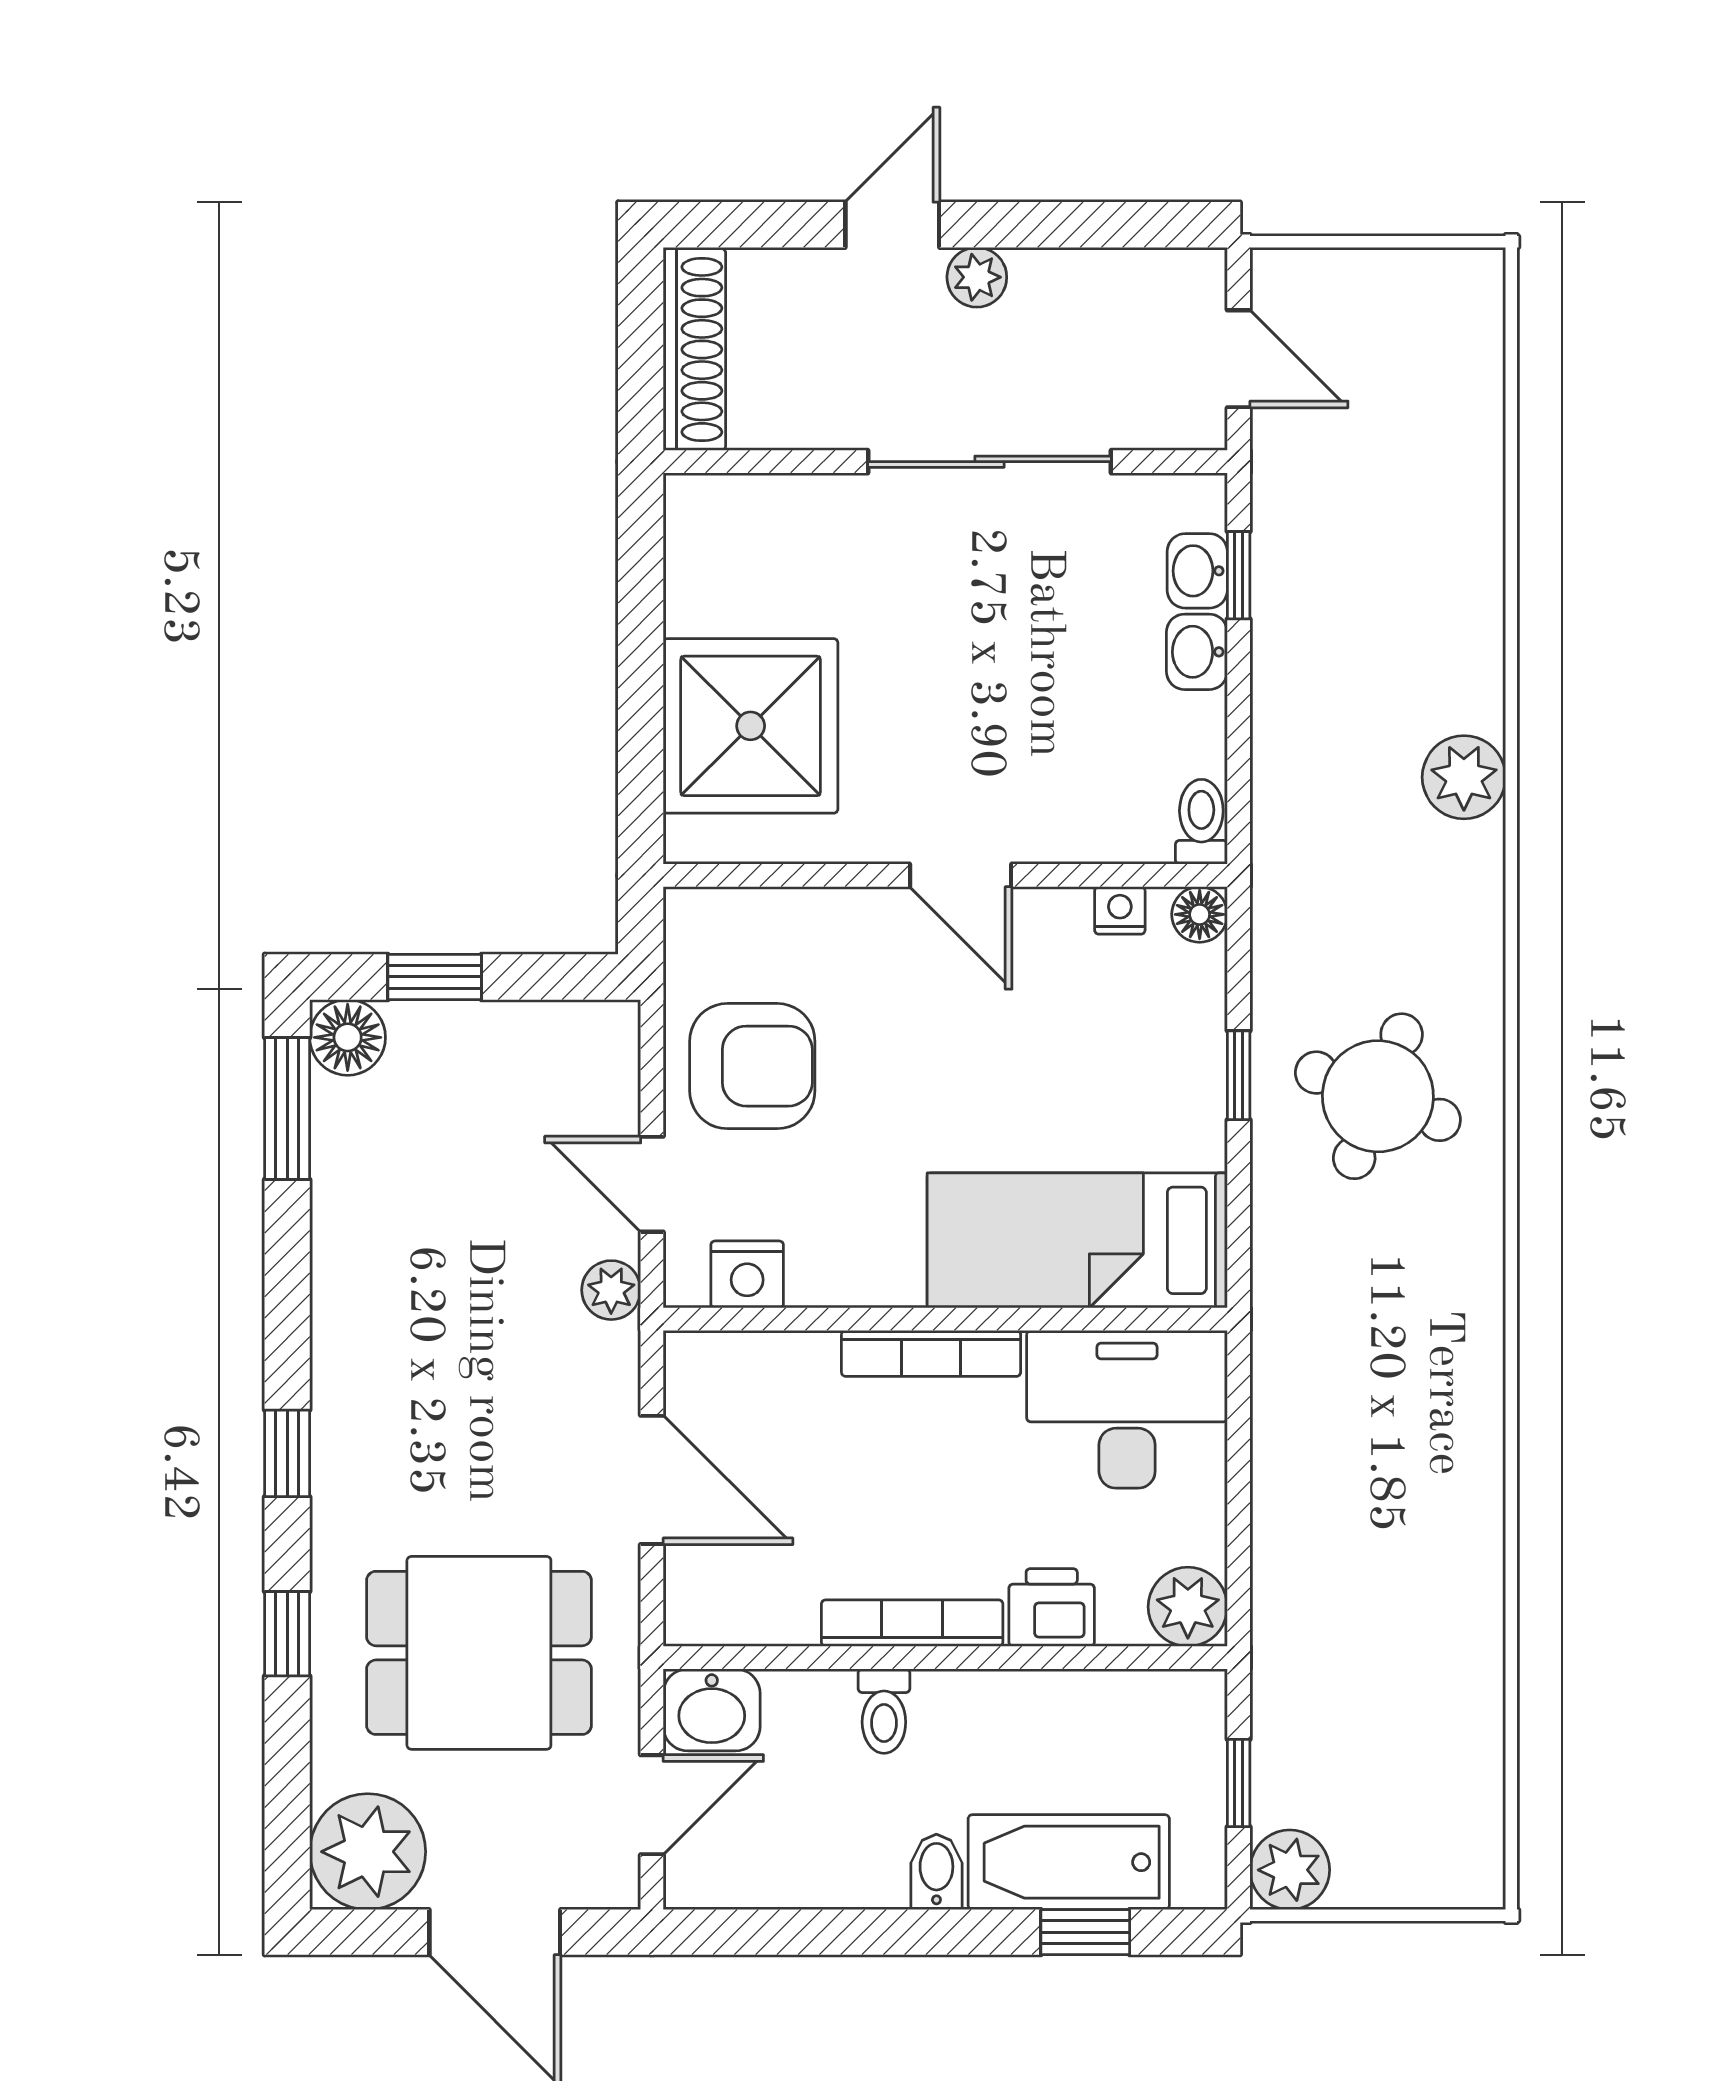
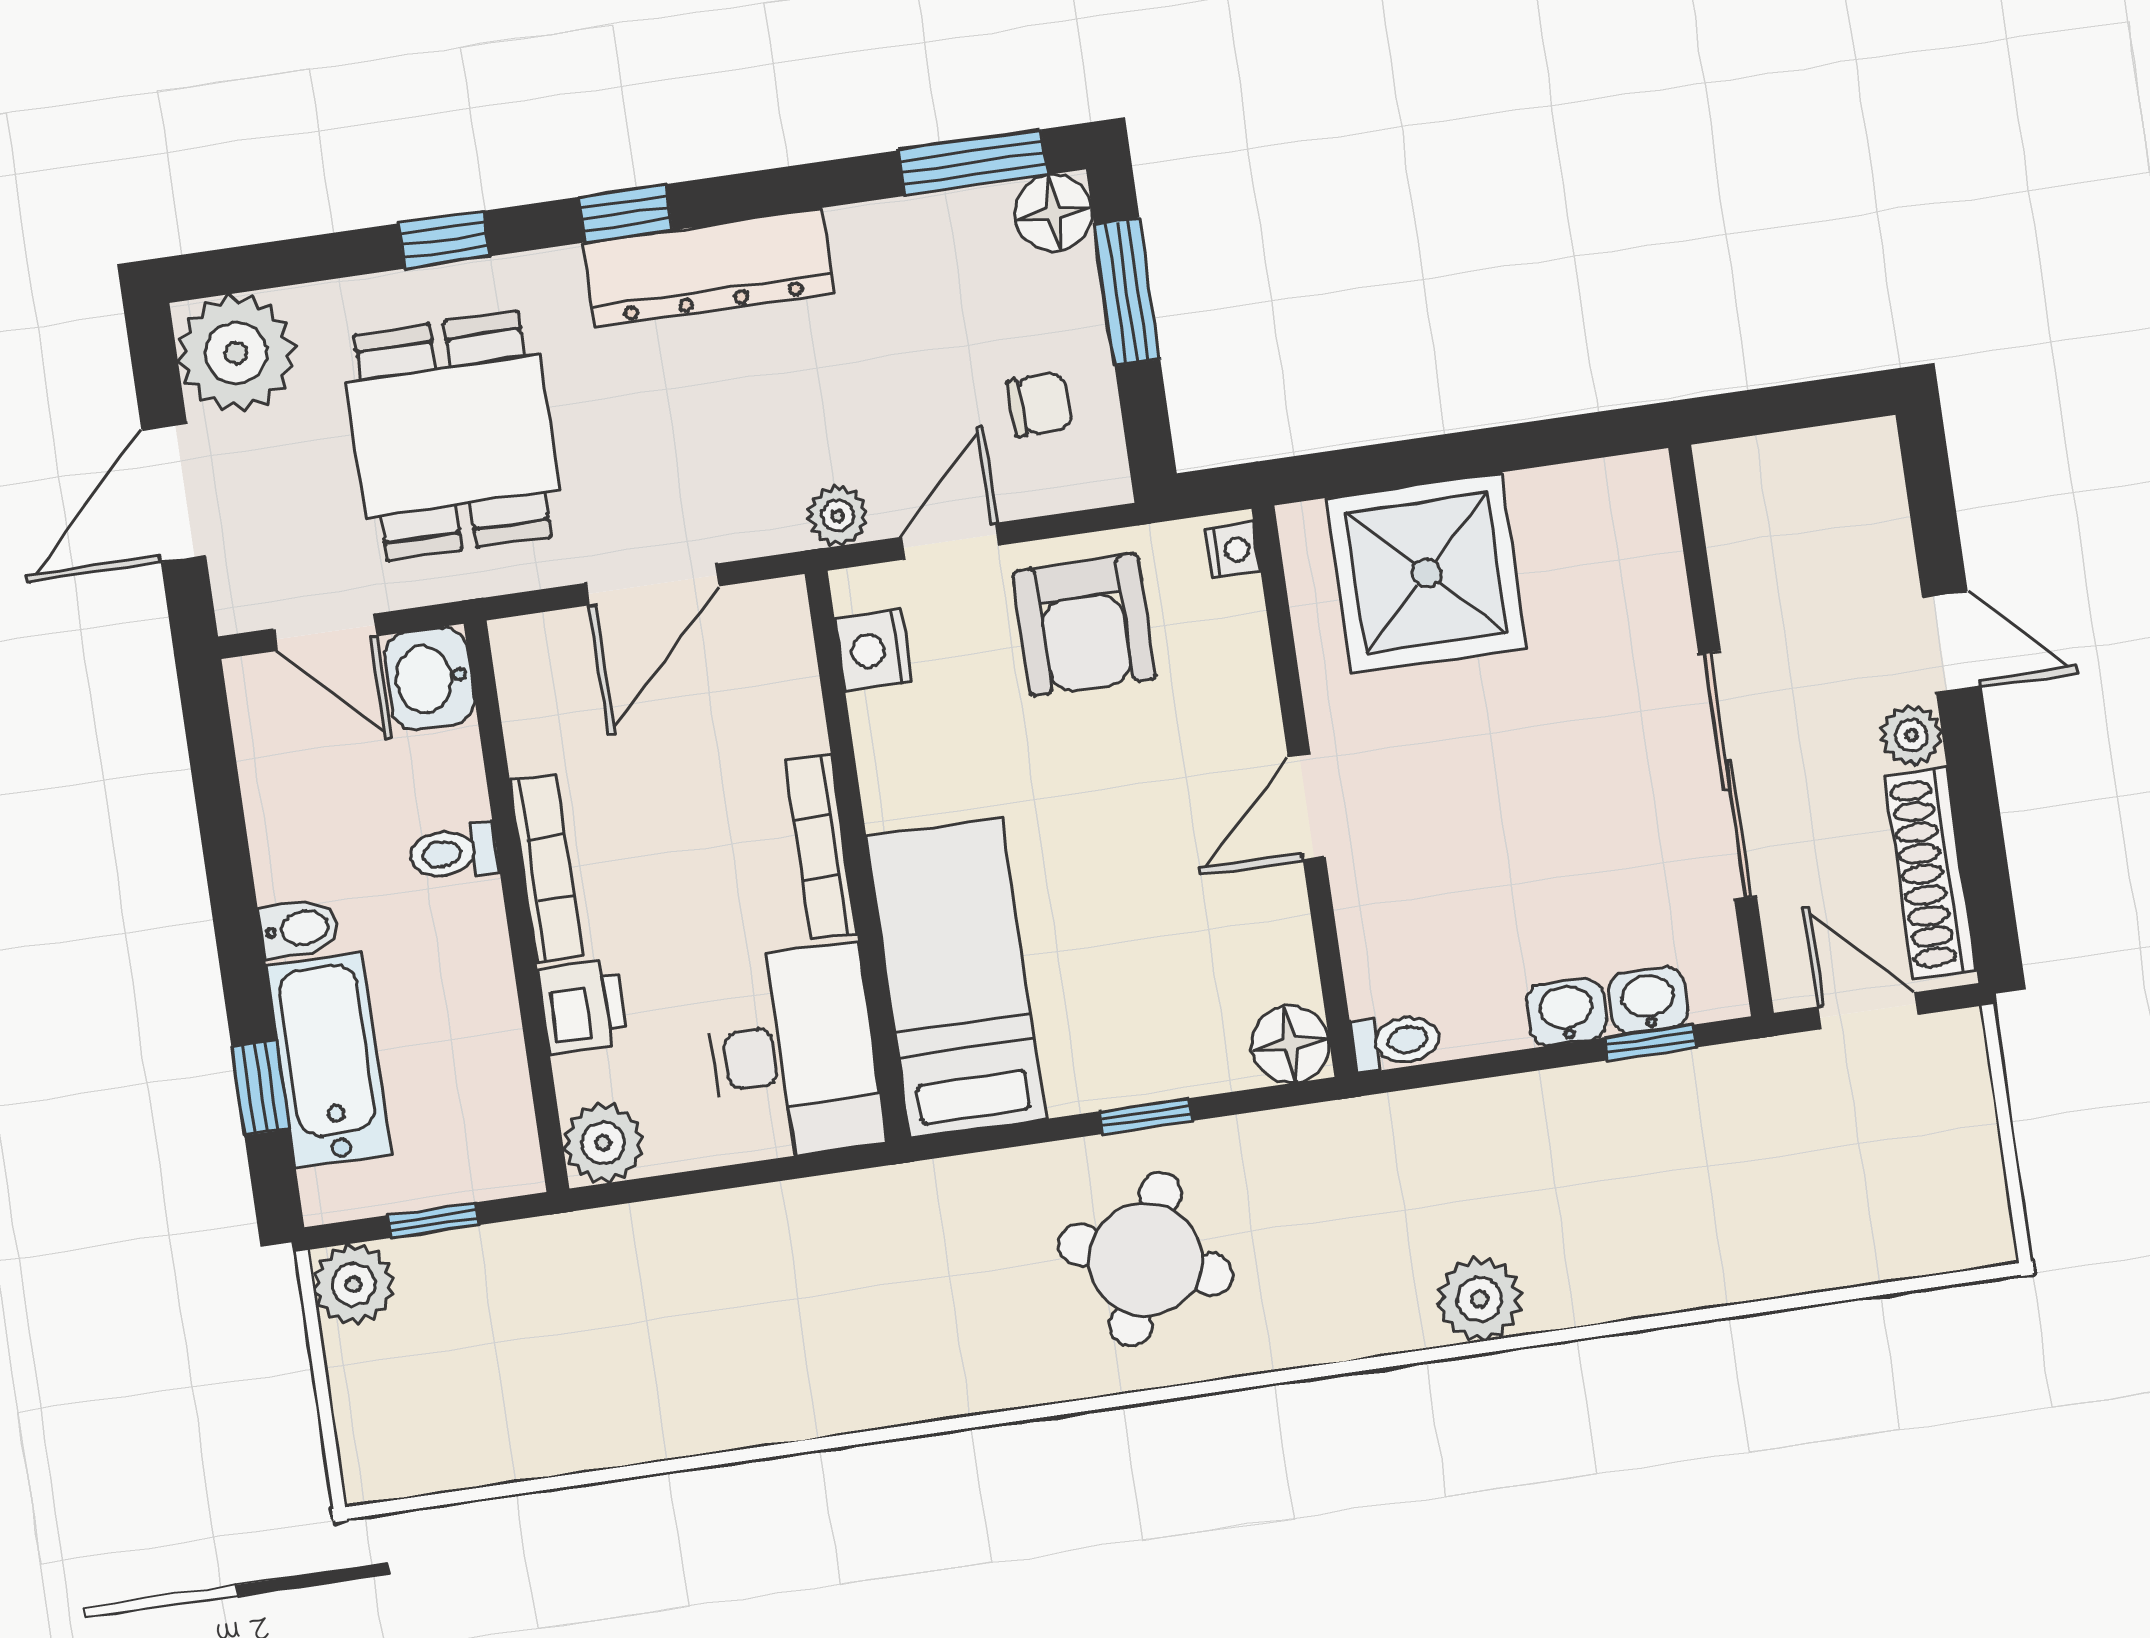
shoe rack: (694, 349) -> (1930, 873), moved, turned 90
door: (1239, 359) -> (1868, 1011), swing flipped
nightstand: (1120, 910) -> (1233, 550), moved
floor lamp: (1200, 914) -> (1290, 1044), width x1.37, depth x1.37
window: (435, 977) -> (1127, 292), width x1.50
chair: (531, 1078) -> (1039, 404), added
dresser: (352, 1380) -> (709, 268), added

